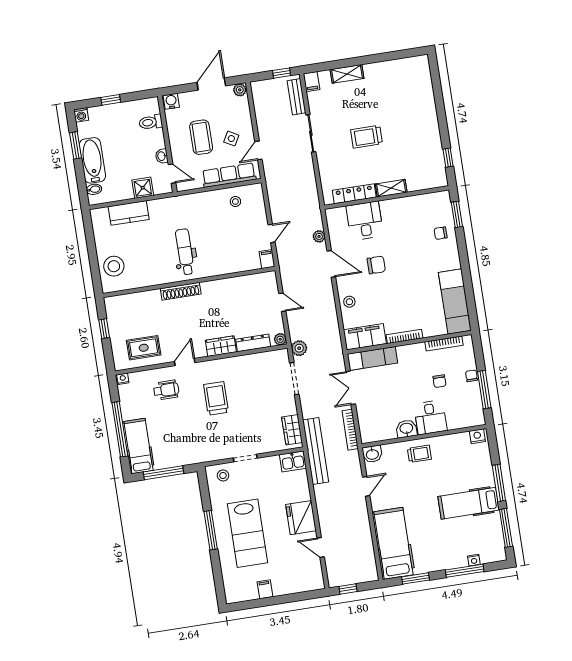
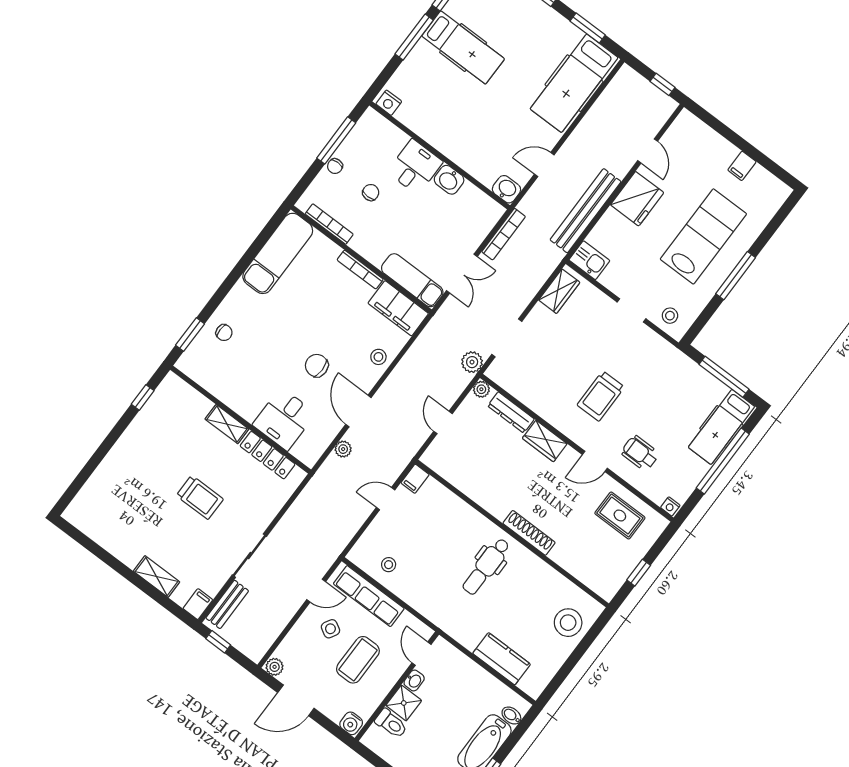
shower: (143, 188) -> (404, 703), moved
bench: (316, 451) -> (586, 211), moved
trolley: (419, 454) -> (461, 143), removed

